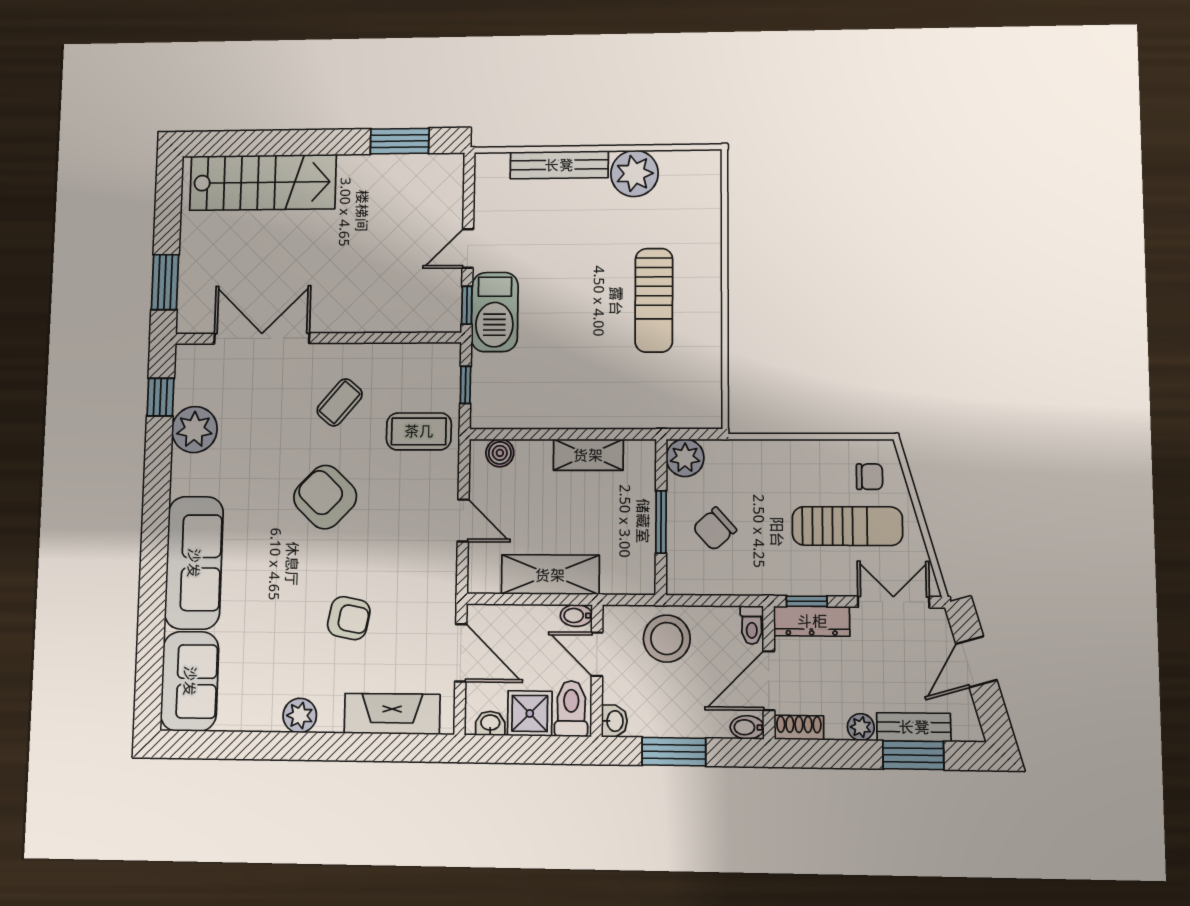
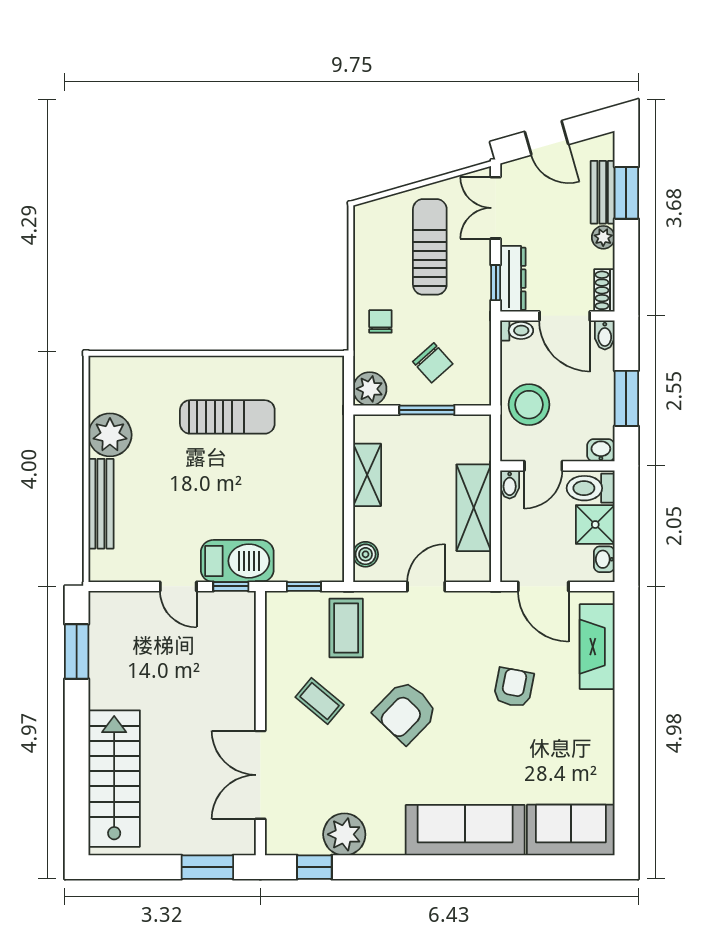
chair: (869, 477) -> (380, 321), moved
door: (461, 653) -> (543, 586), swing flipped
plant: (300, 716) -> (600, 729), removed

